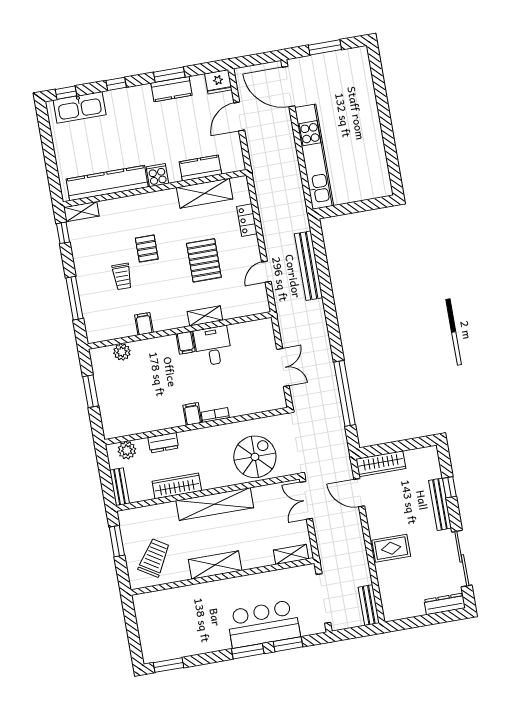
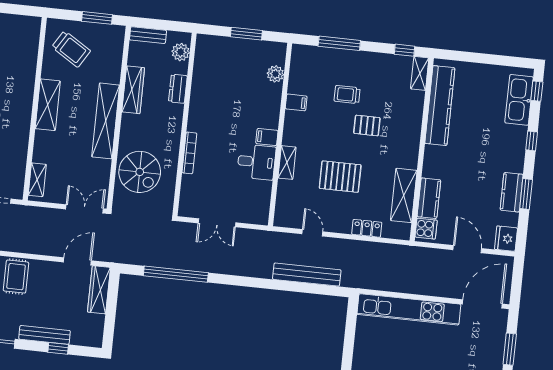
cooker: (157, 175) -> (426, 229), moved
filing cabinet: (192, 414) -> (197, 124), removed
bookcase: (215, 415) -> (189, 153), width x1.56

